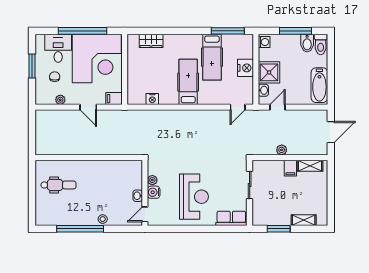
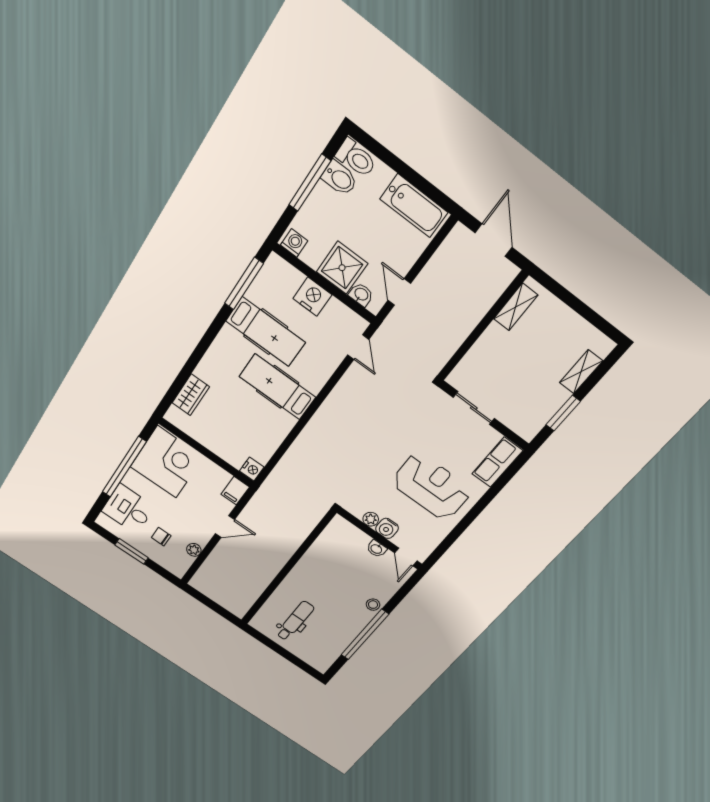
corner desk: (97, 58) -> (167, 462), width x0.74, depth x0.74
nightstand: (152, 99) -> (252, 469), moved
plant: (282, 150) -> (462, 330), removed
filing cabinet: (290, 168) -> (496, 337), removed

